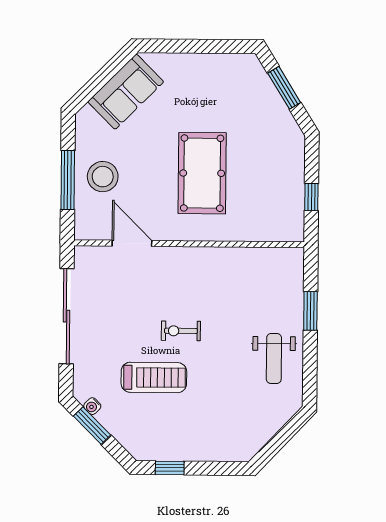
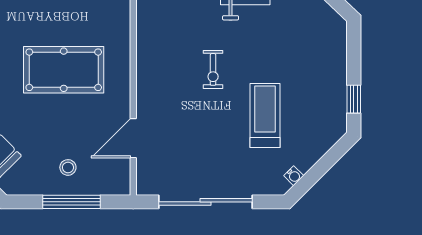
stool: (103, 177) -> (68, 167), width x0.53, depth x0.53
exercise bike: (181, 331) -> (213, 69), moved
window: (92, 426) -> (313, 176), removed

